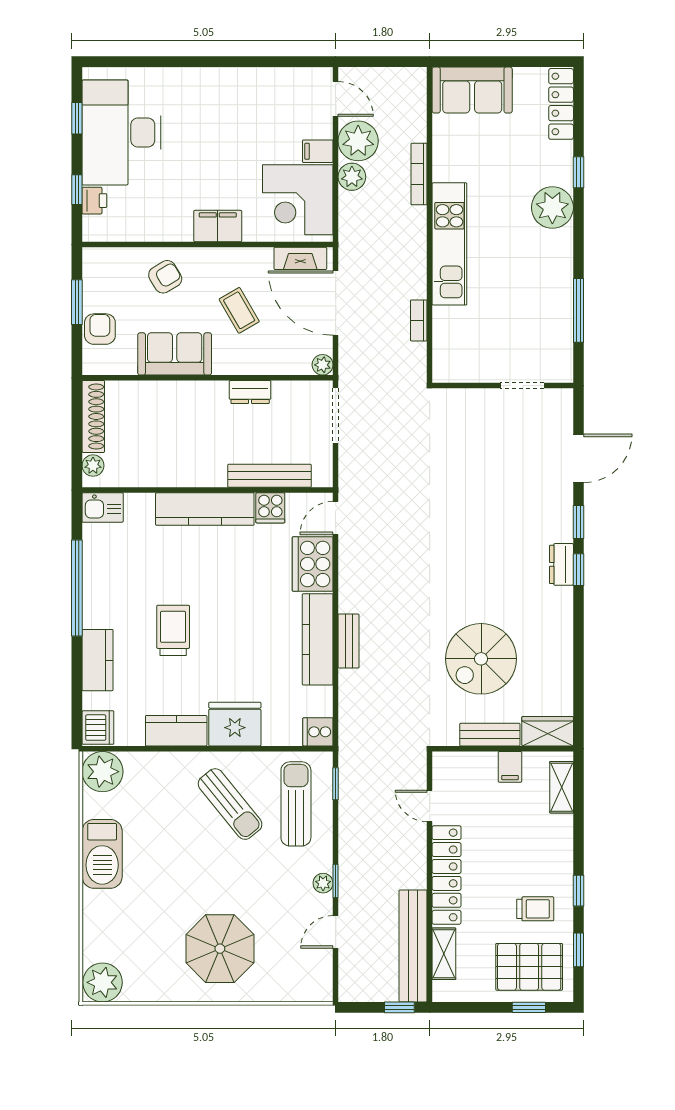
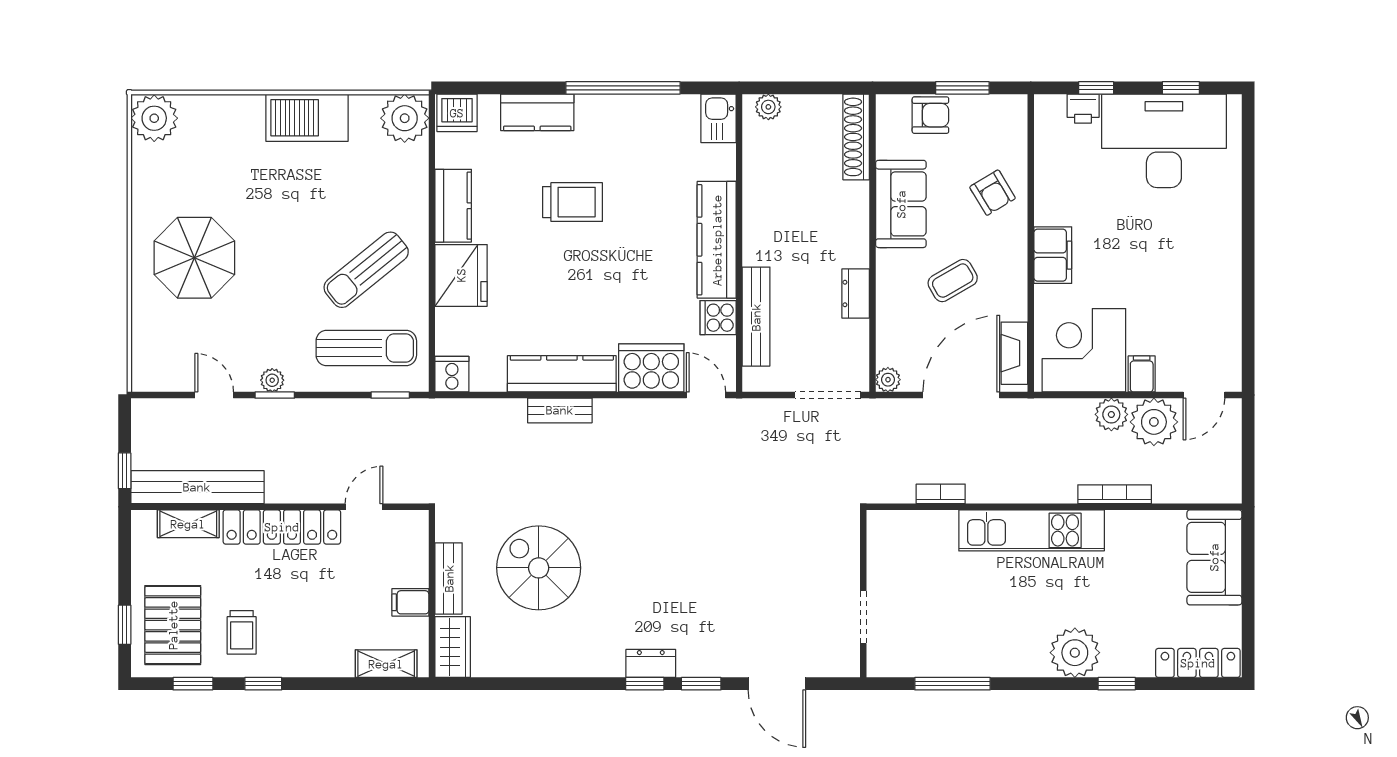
shoe rack: (93, 416) -> (856, 137), moved, turned 90

